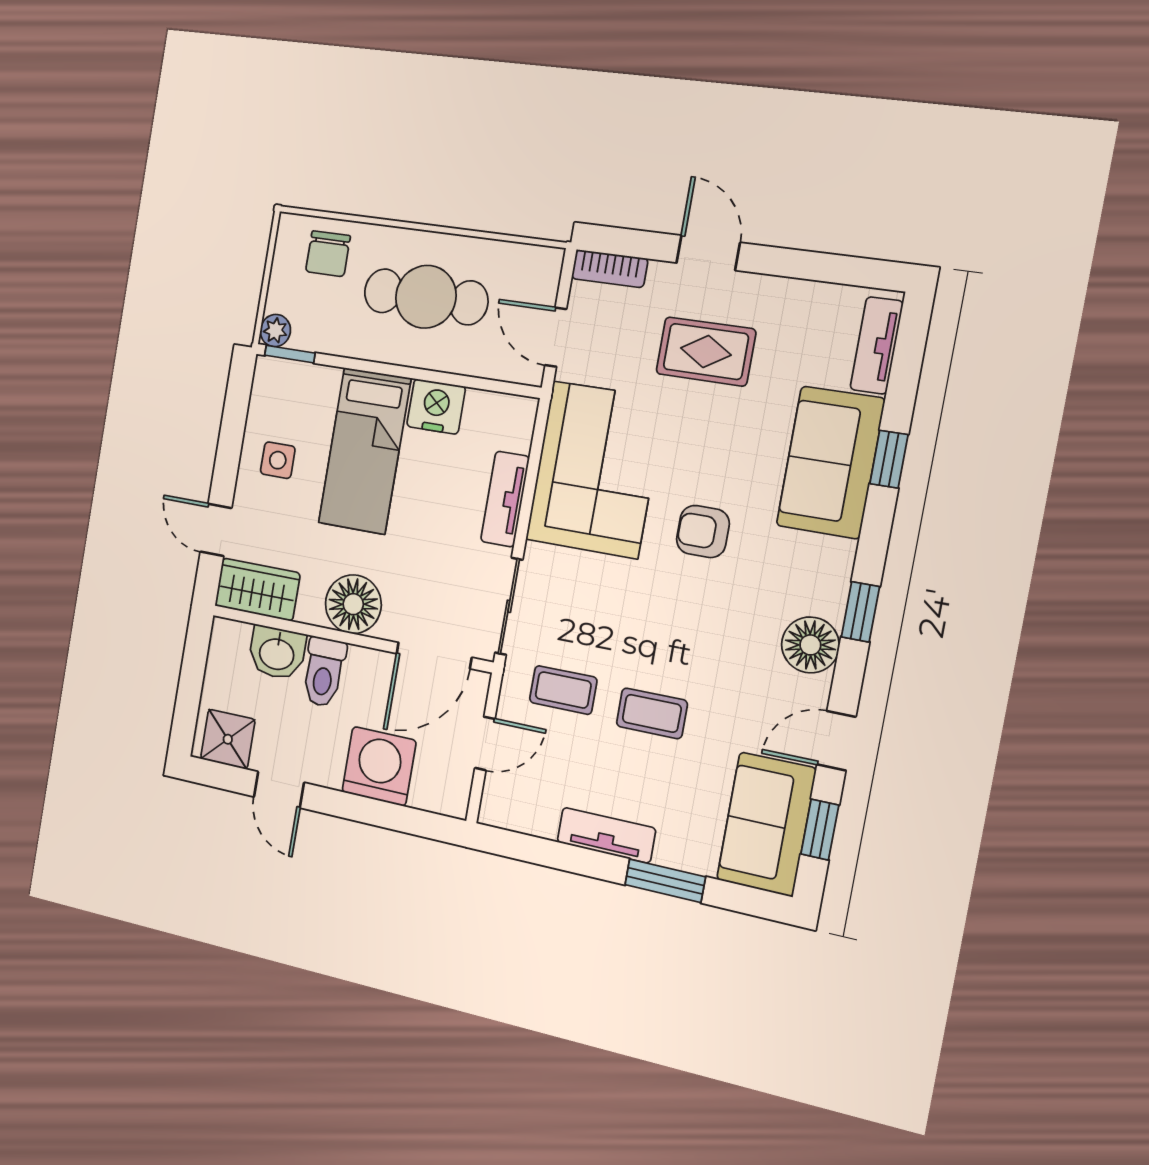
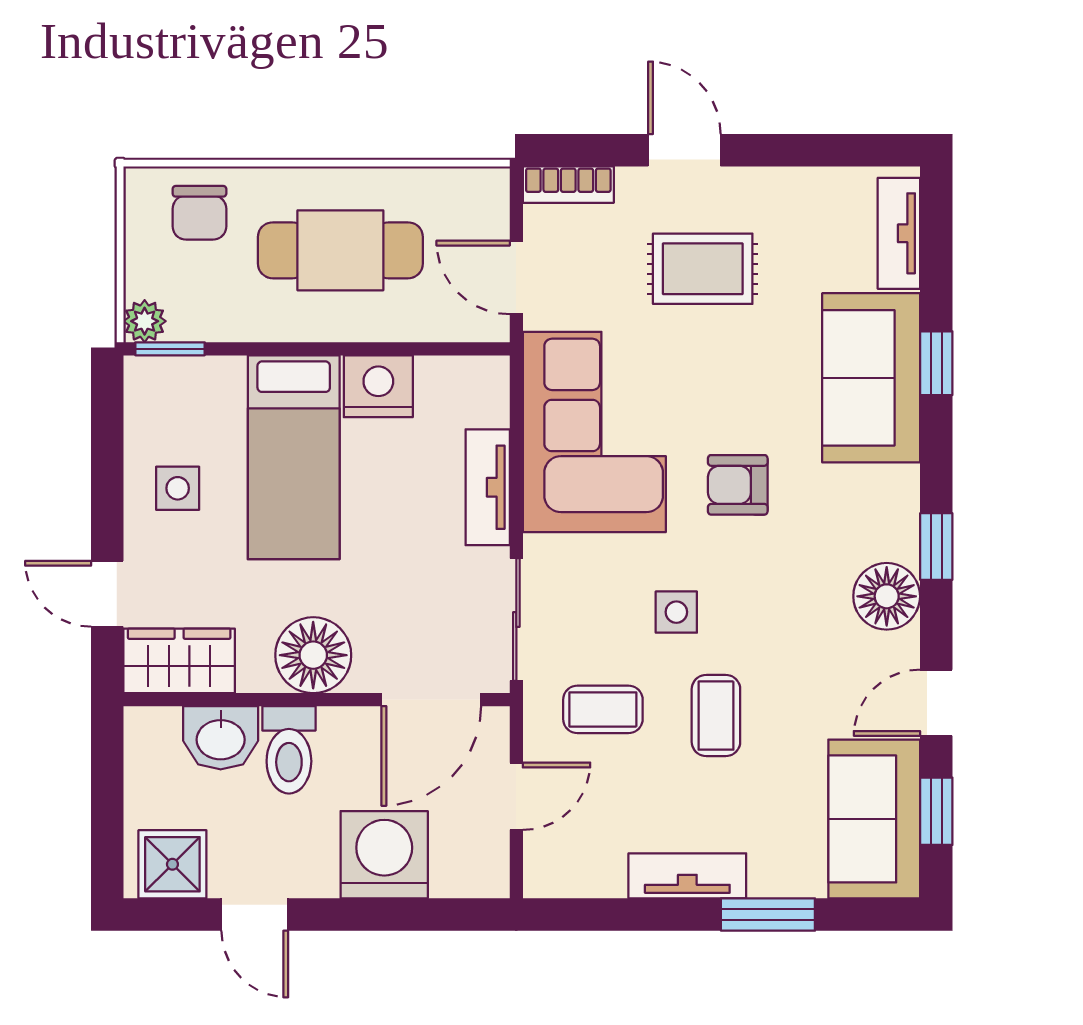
side table: (635, 625) -> (676, 612), added
coffee table: (652, 713) -> (716, 716), turned 90

